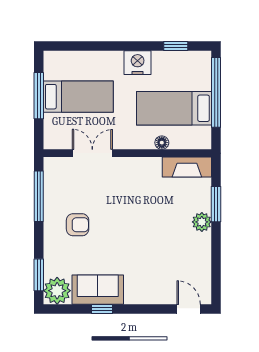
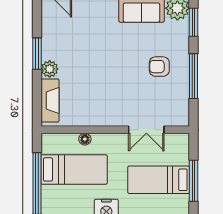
fireplace: (187, 167) -> (50, 101), moved, turned 90
window: (39, 196) -> (194, 76), moved
window: (216, 204) -> (37, 54), moved

